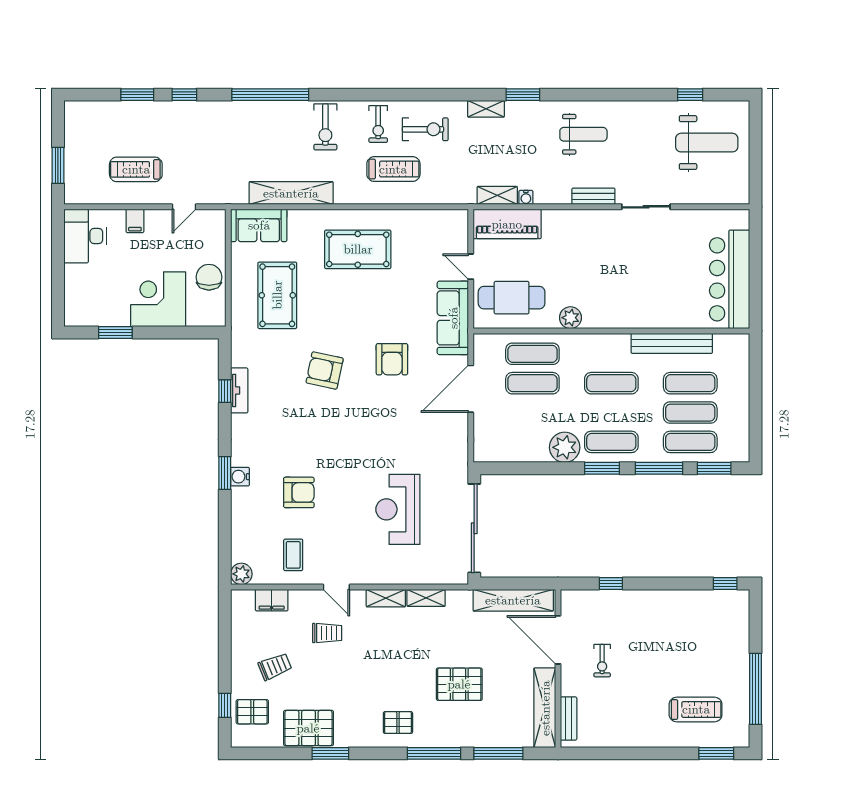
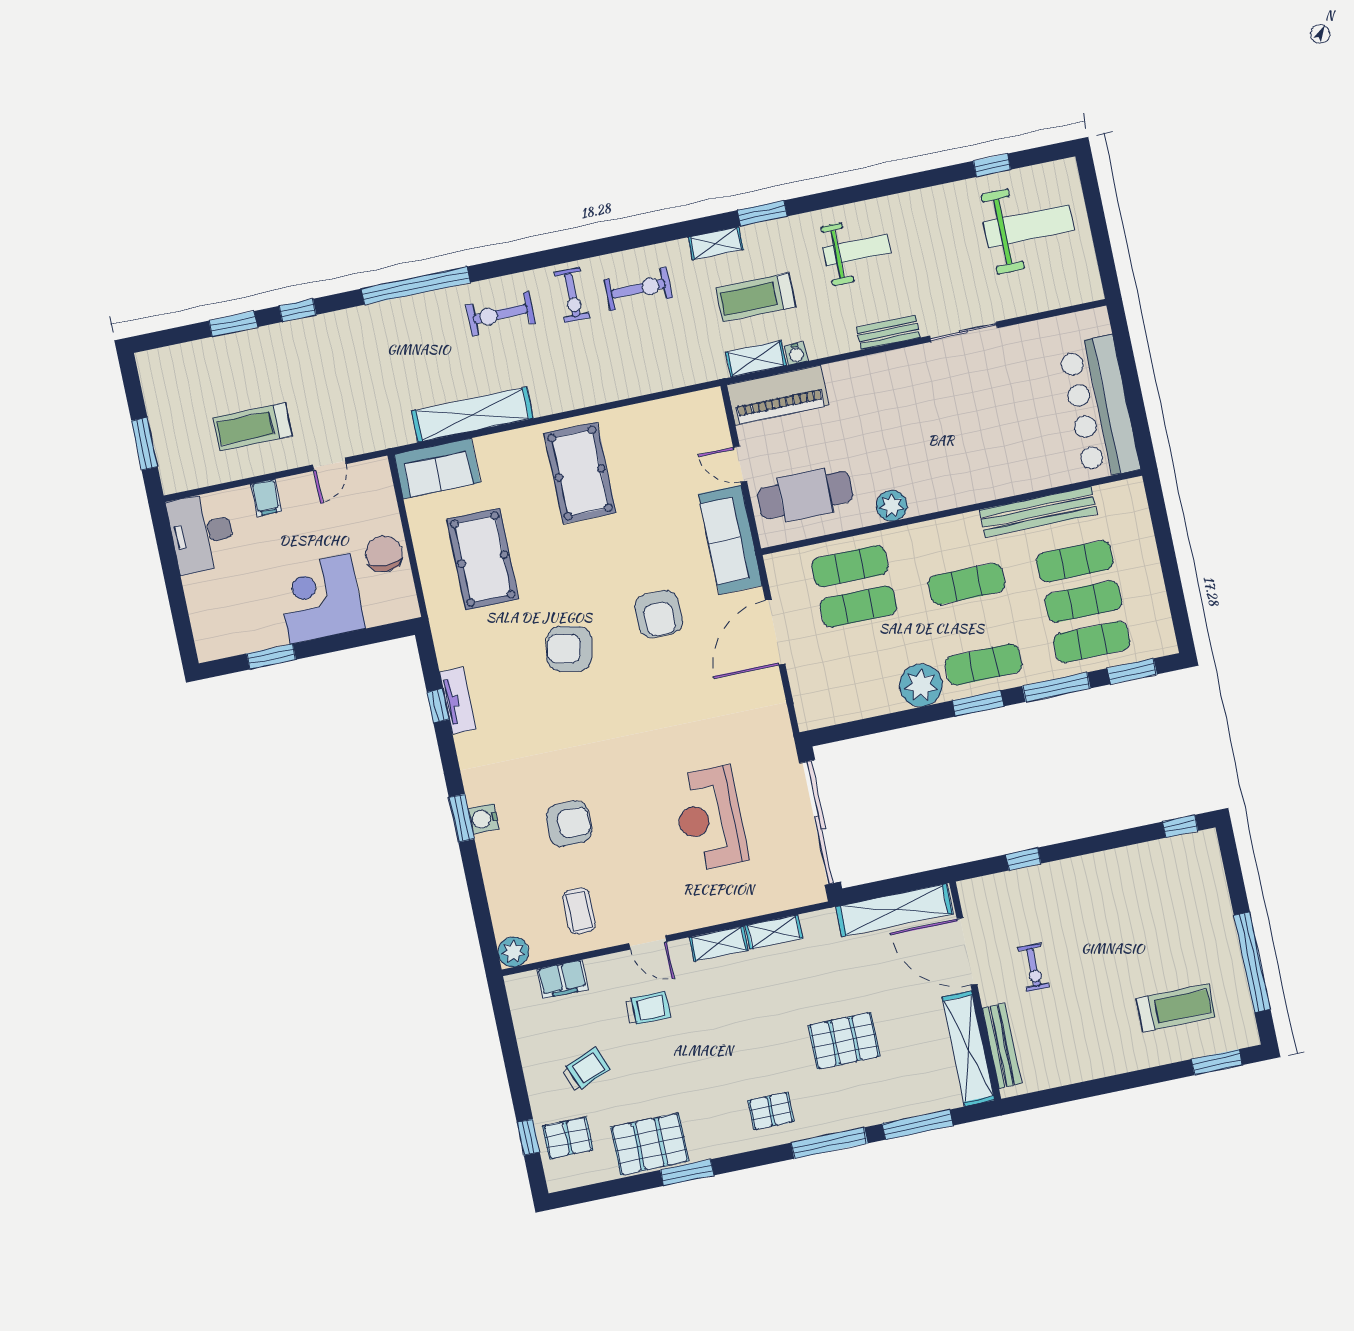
exercise bike: (325, 127) -> (501, 314), turned 90
treadmill: (393, 169) -> (756, 297), moved, turned 180
pool table: (358, 249) -> (580, 473), turned 90
bench: (569, 719) -> (1002, 1046), width x1.36

